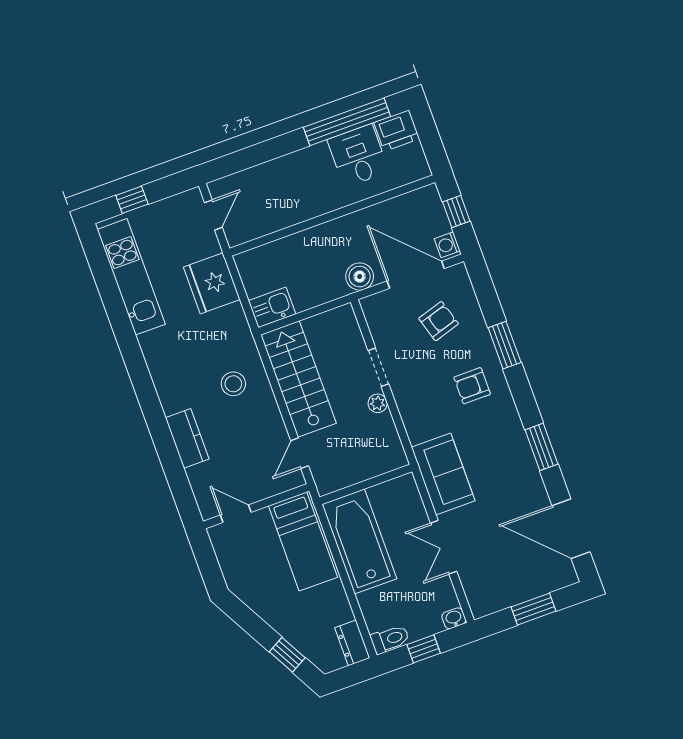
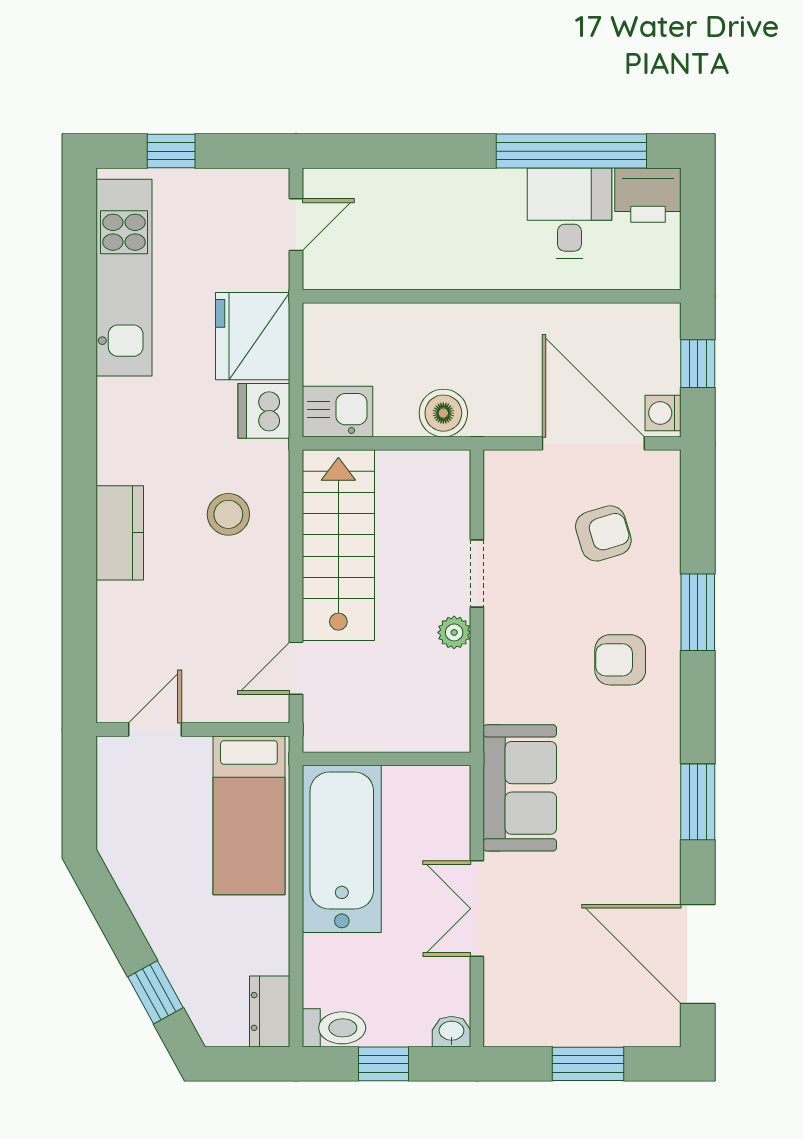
boiler: (360, 277) -> (443, 413), moved
dishwasher: (232, 321) -> (264, 411), added
kitchen counter: (187, 438) -> (120, 533), moved
door: (236, 514) -> (155, 729), hinge flipped

